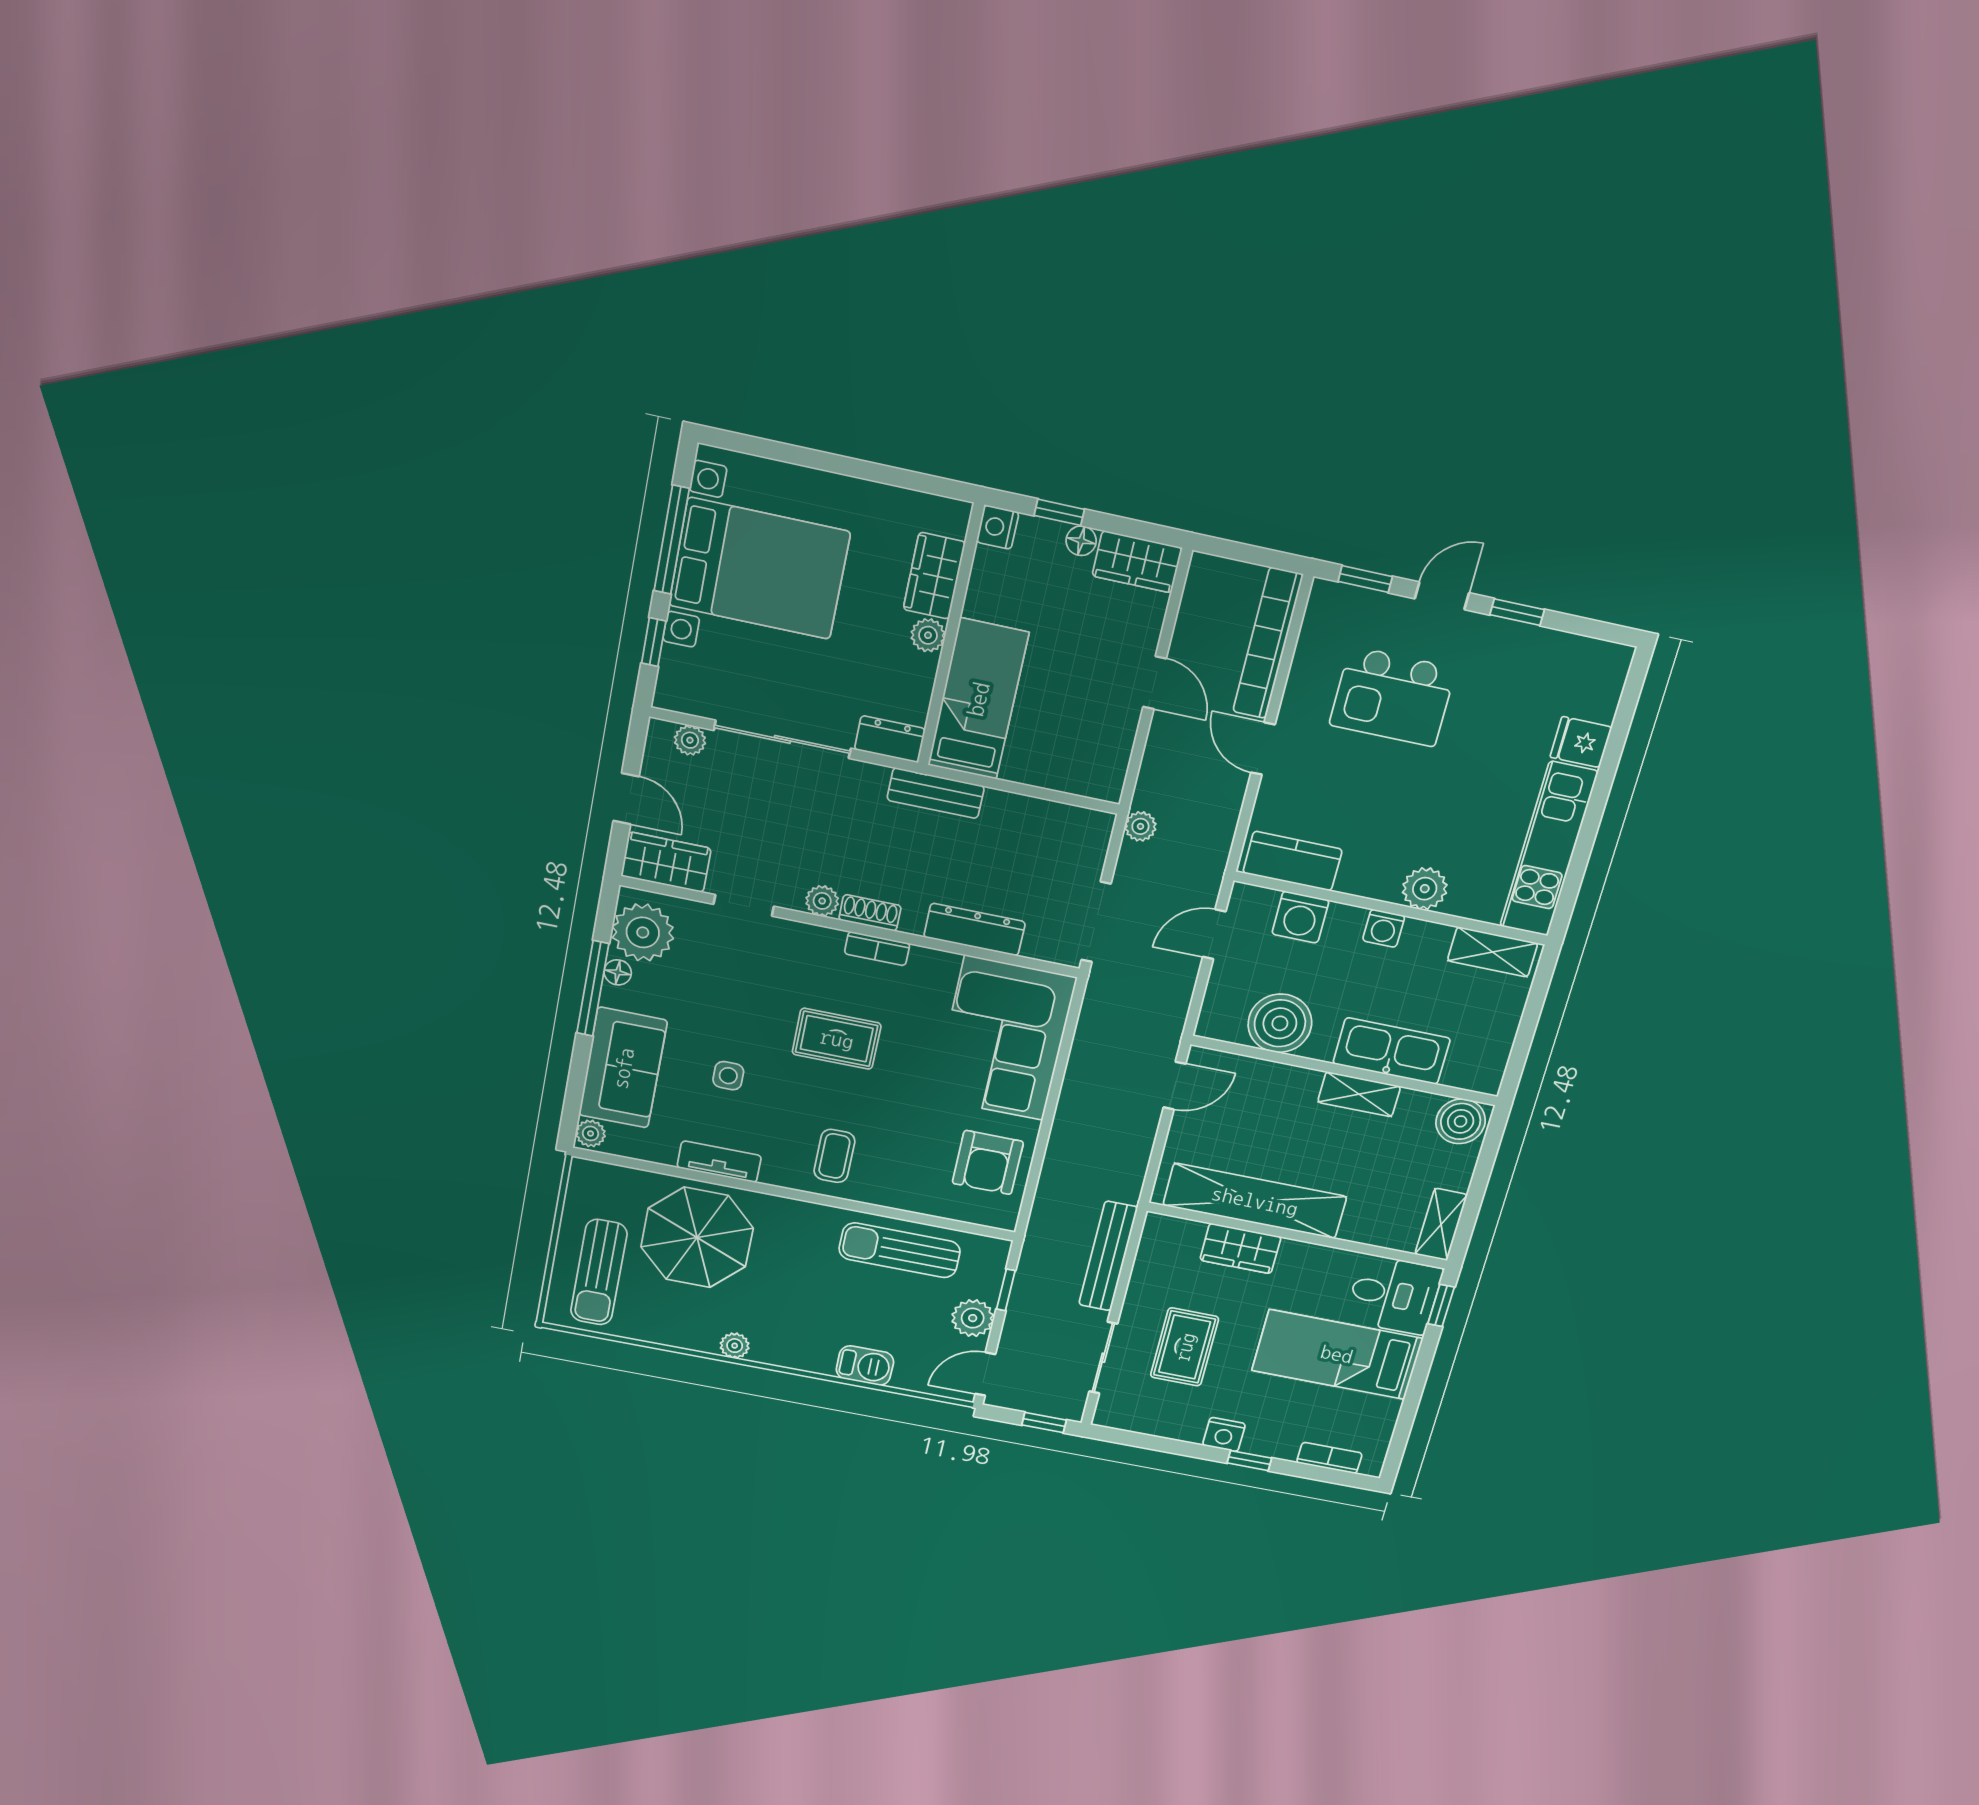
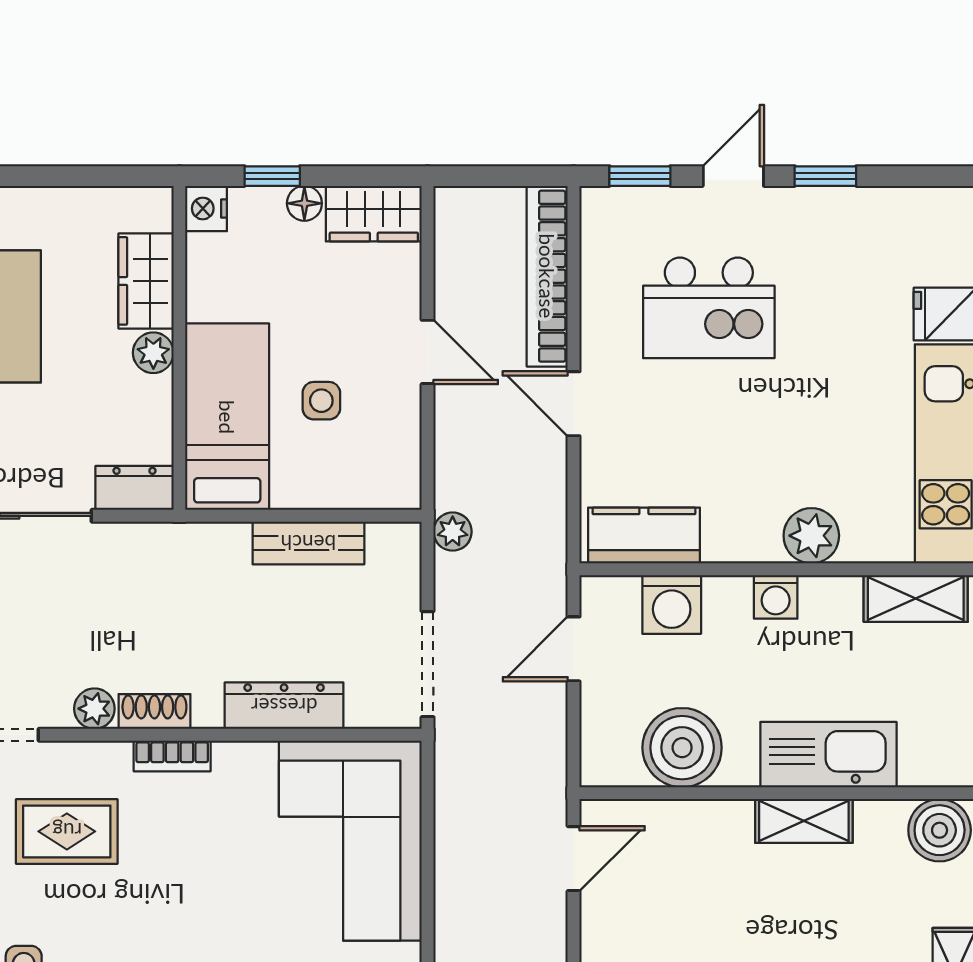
side table: (1058, 703) -> (321, 401), added
bench: (936, 793) -> (308, 543), moved
rug: (837, 1039) -> (67, 831), moved

